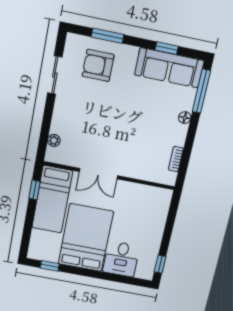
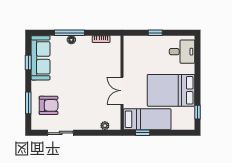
armchair: (98, 65) -> (49, 105), turned -90
window: (201, 91) -> (70, 33), moved
double door: (98, 174) -> (122, 91), swing flipped
desk: (121, 259) -> (182, 52), moved
window: (160, 264) -> (155, 33), moved

